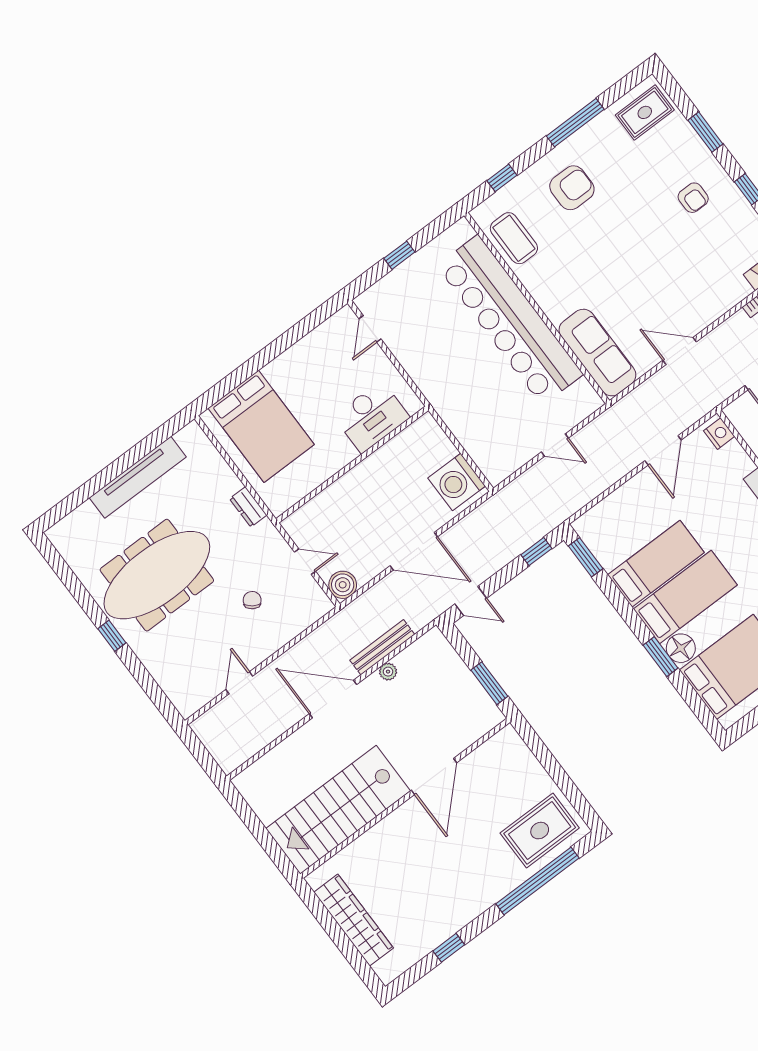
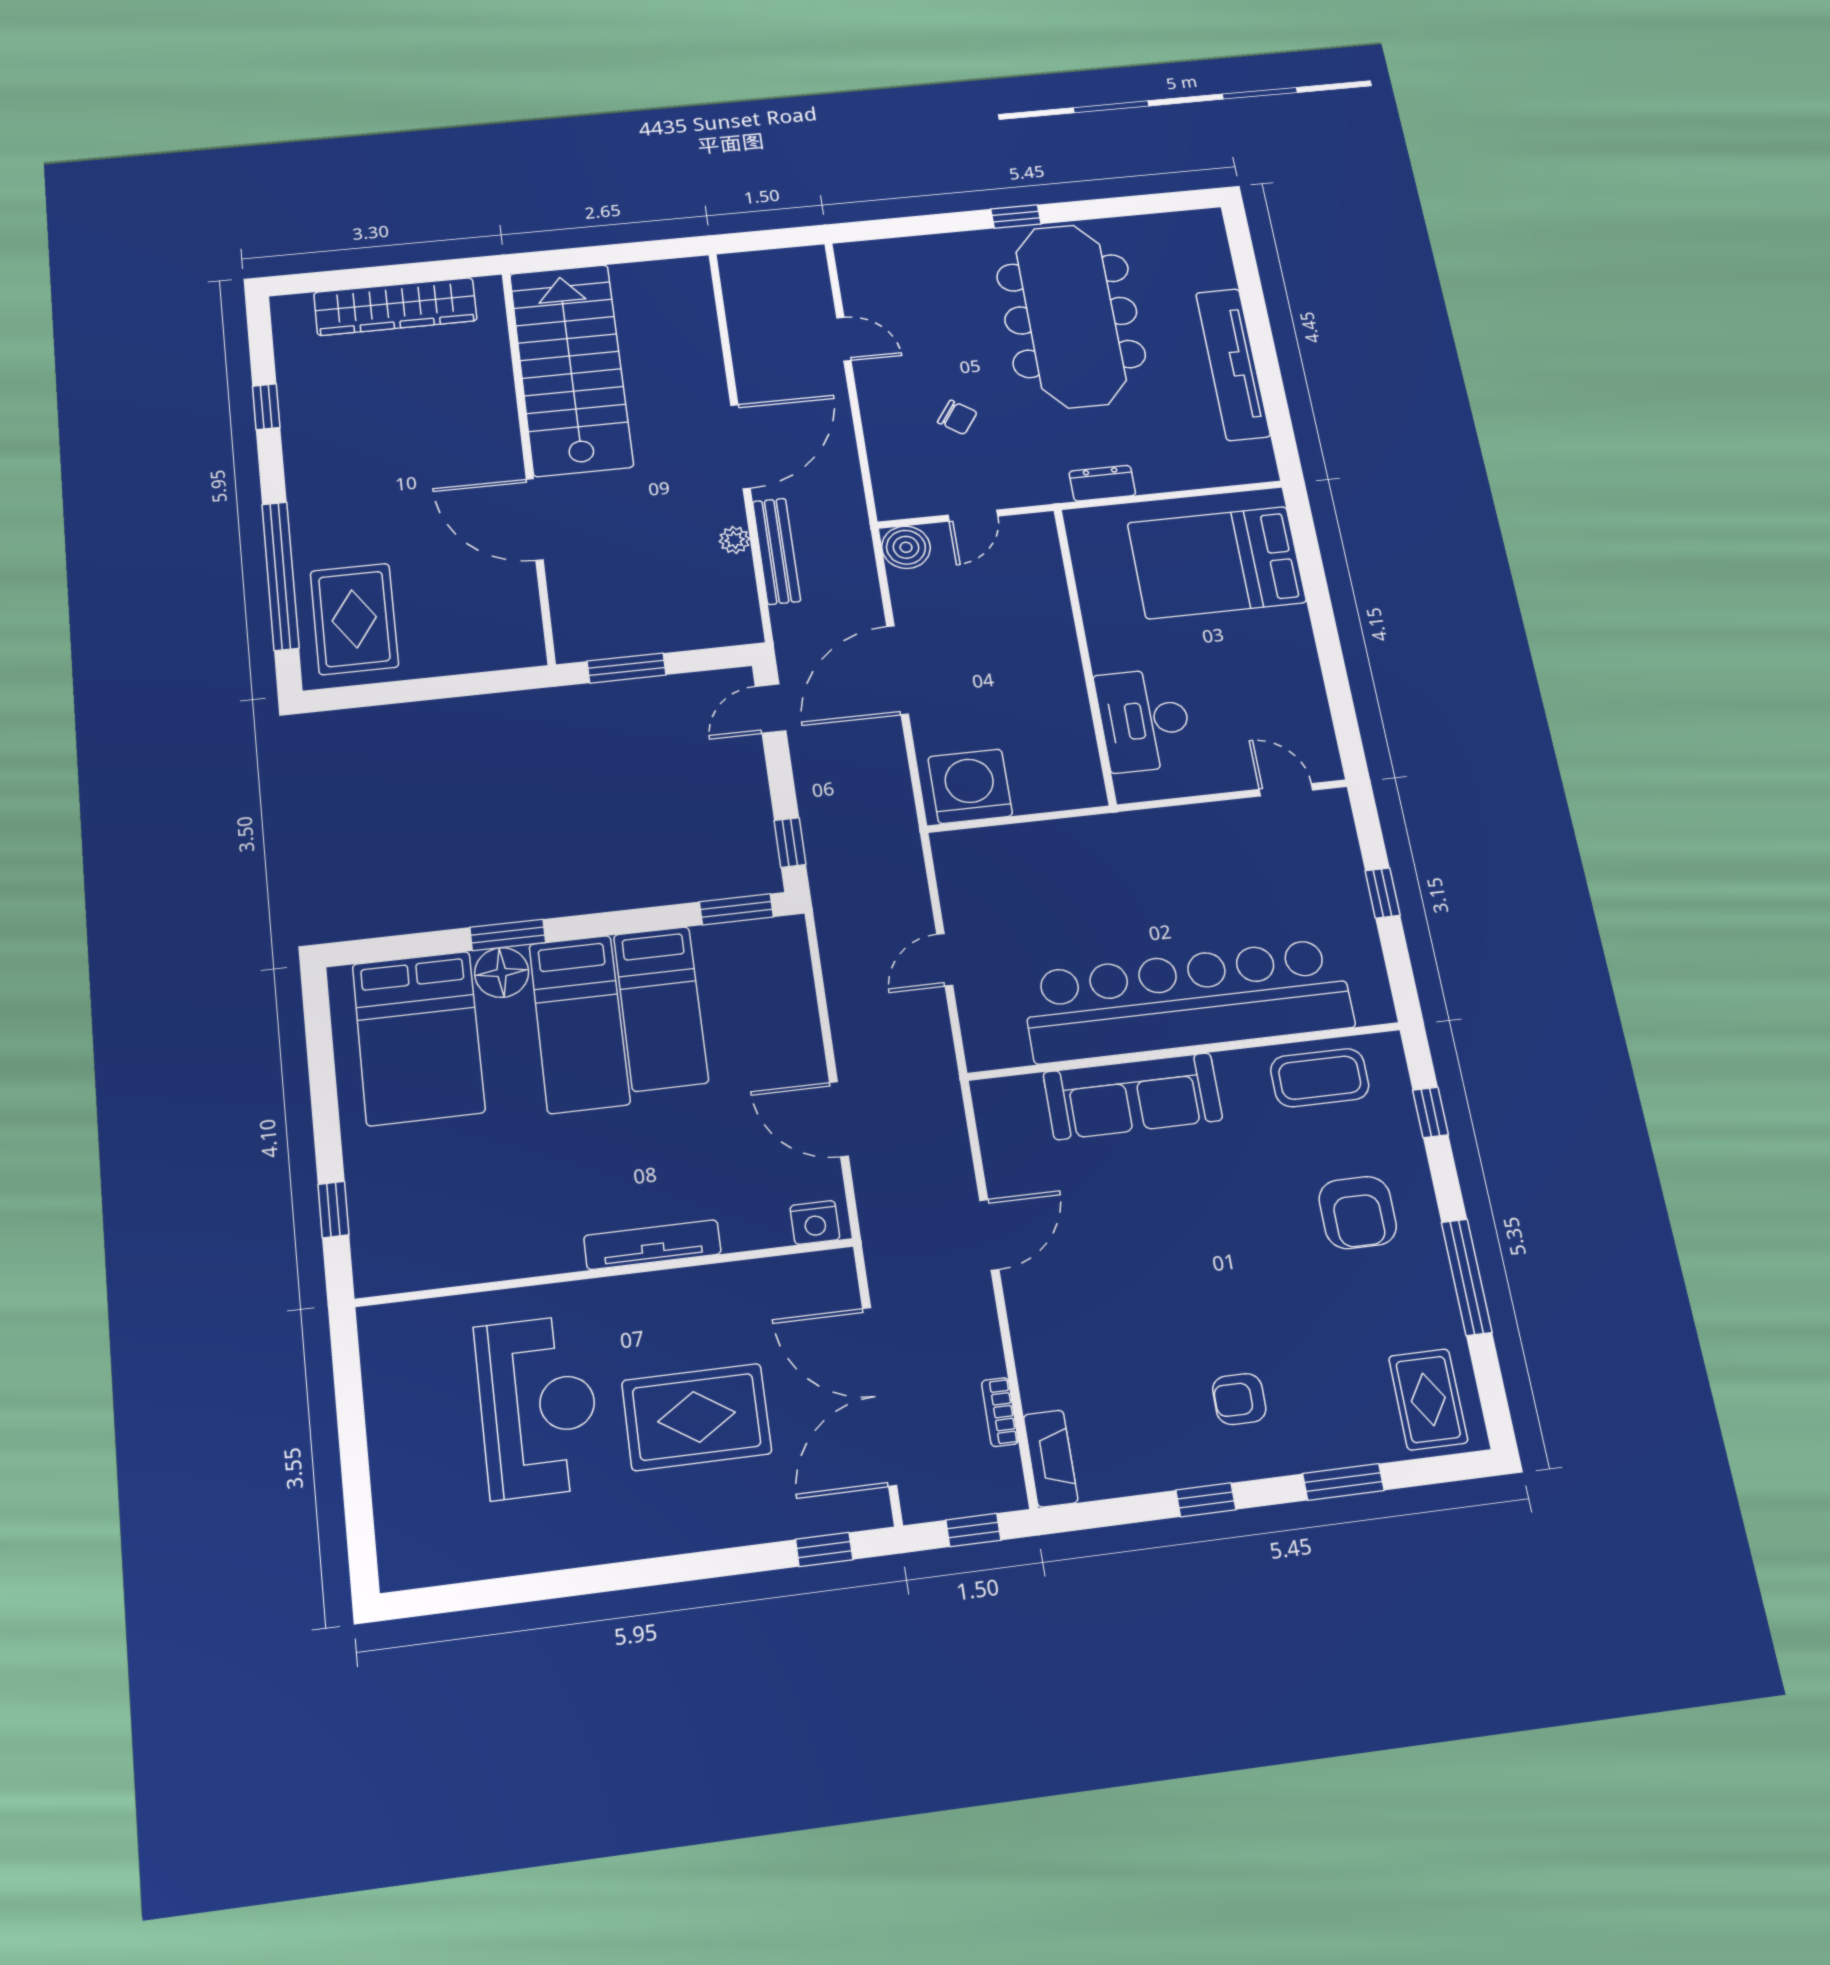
sofa: (597, 353) -> (1133, 1096), moved

